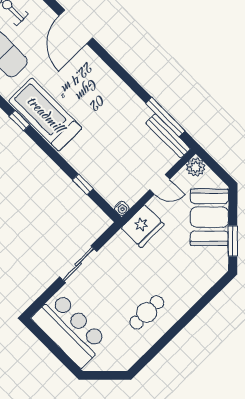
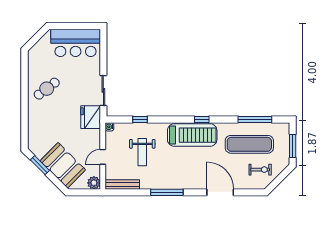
window: (165, 117) -> (167, 192), moved
weight bench: (114, 148) -> (142, 152), added
fridge: (143, 226) -> (91, 117), moved
sliding door: (78, 264) -> (103, 90), moved
cafe table: (147, 312) -> (47, 89), turned 53

